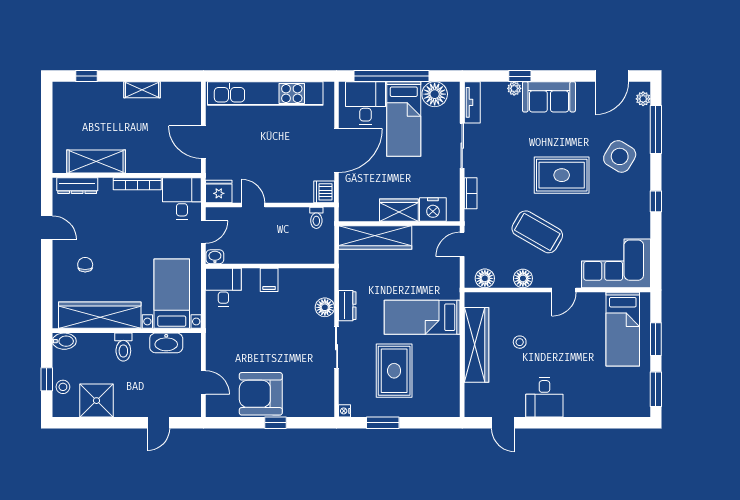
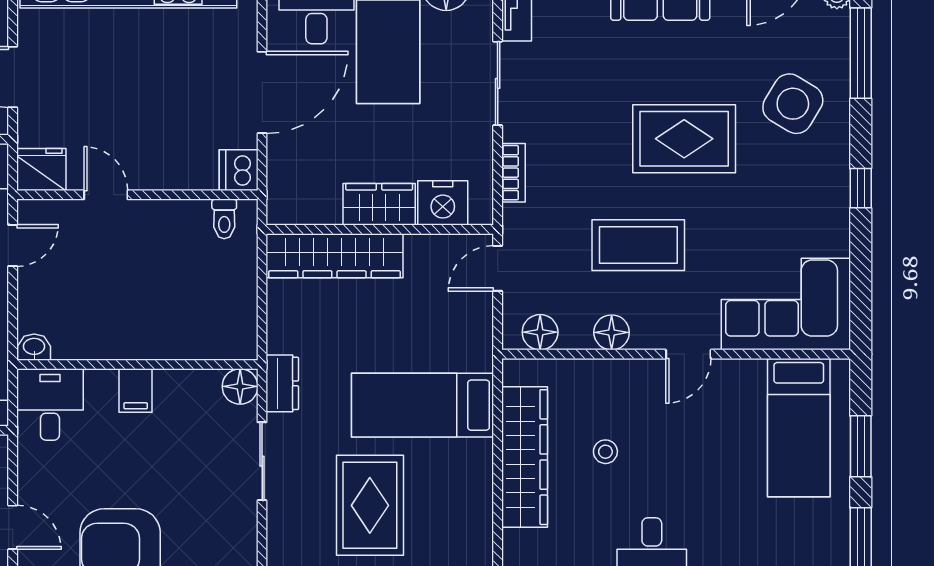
coffee table: (537, 232) -> (638, 245), turned -30
washbasin: (215, 257) -> (34, 347), moved
wall: (270, 266) -> (137, 365), moved
filing cabinet: (269, 280) -> (136, 391), moved
desk: (223, 287) -> (50, 404), moved

